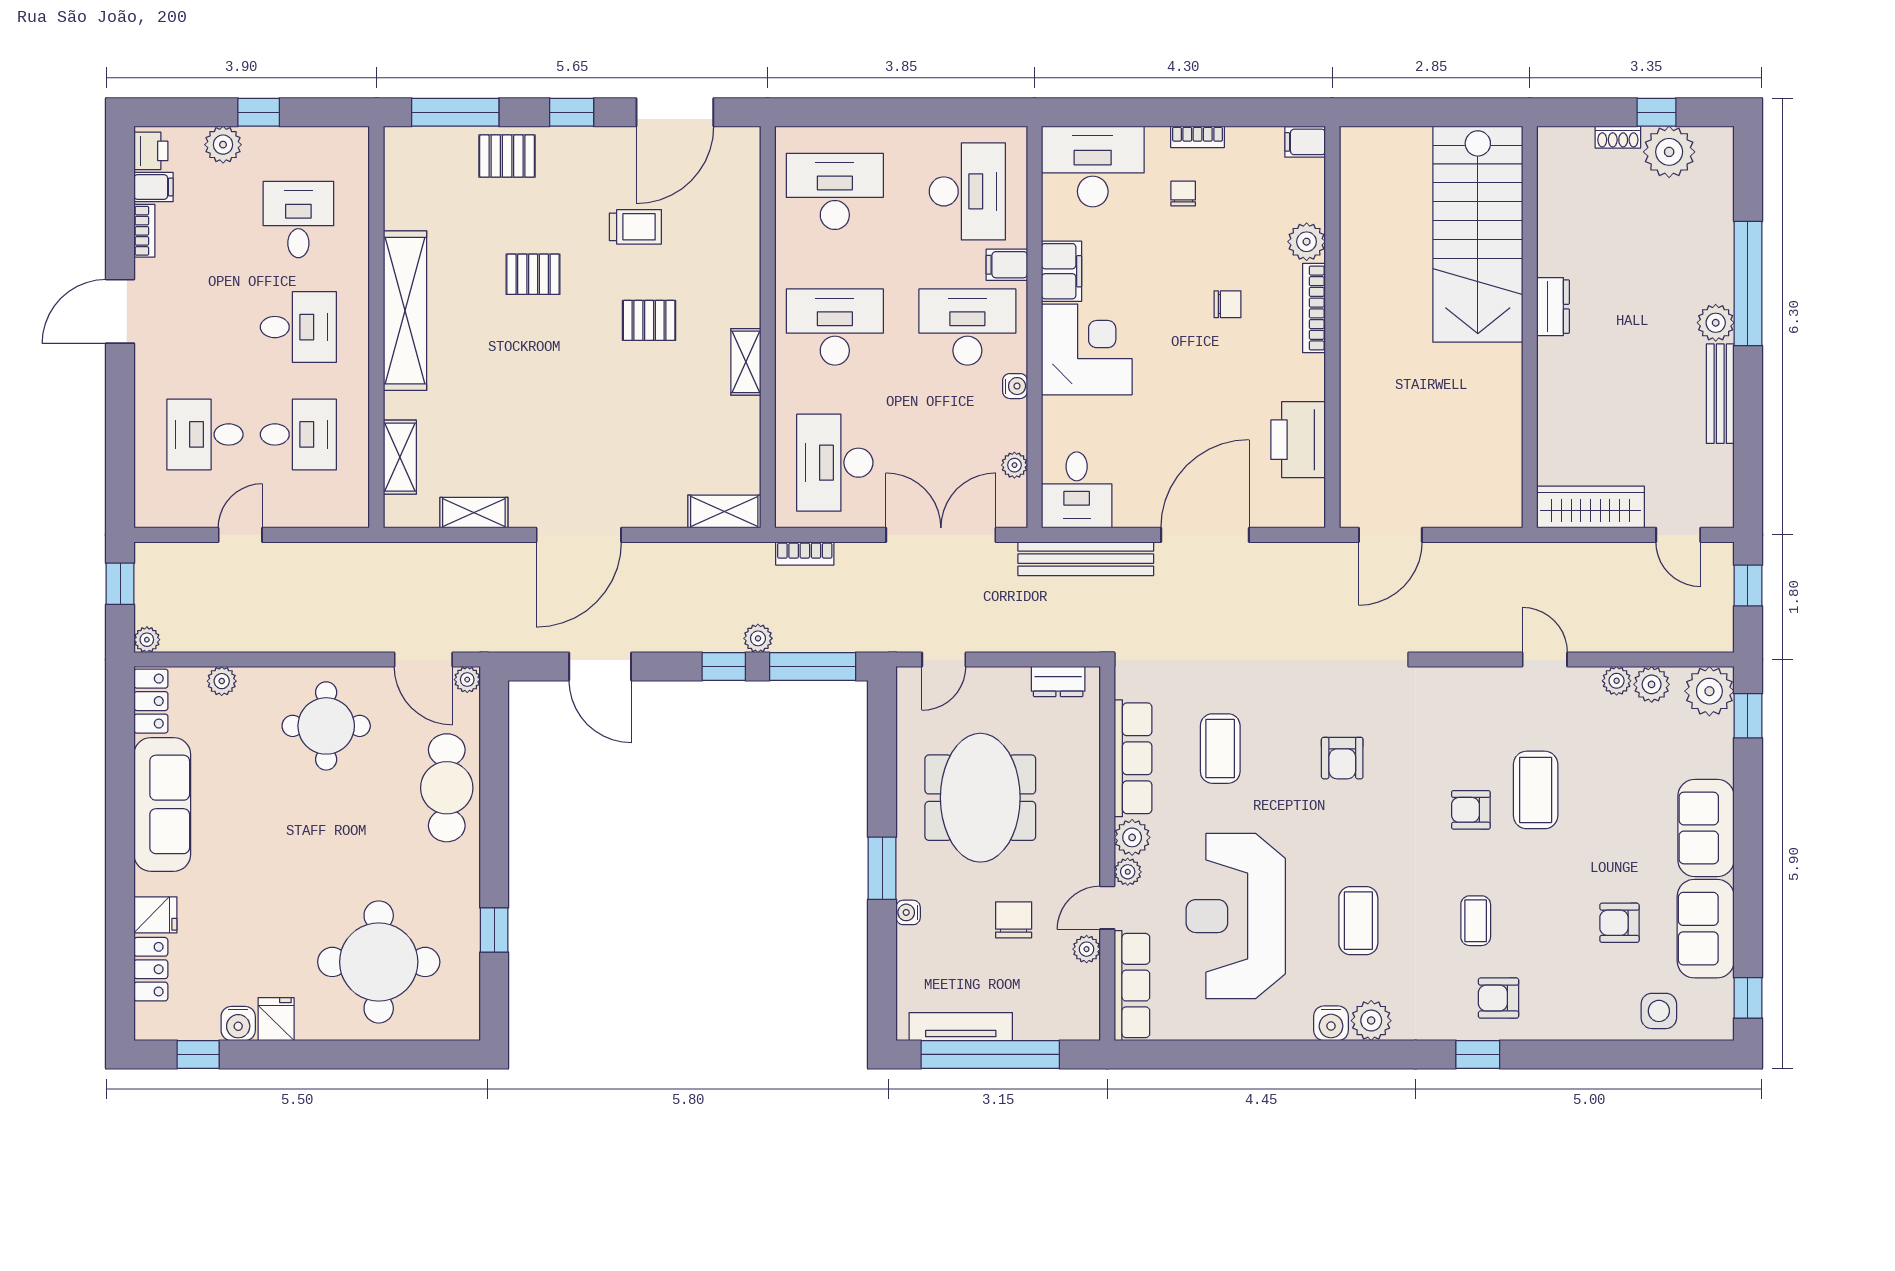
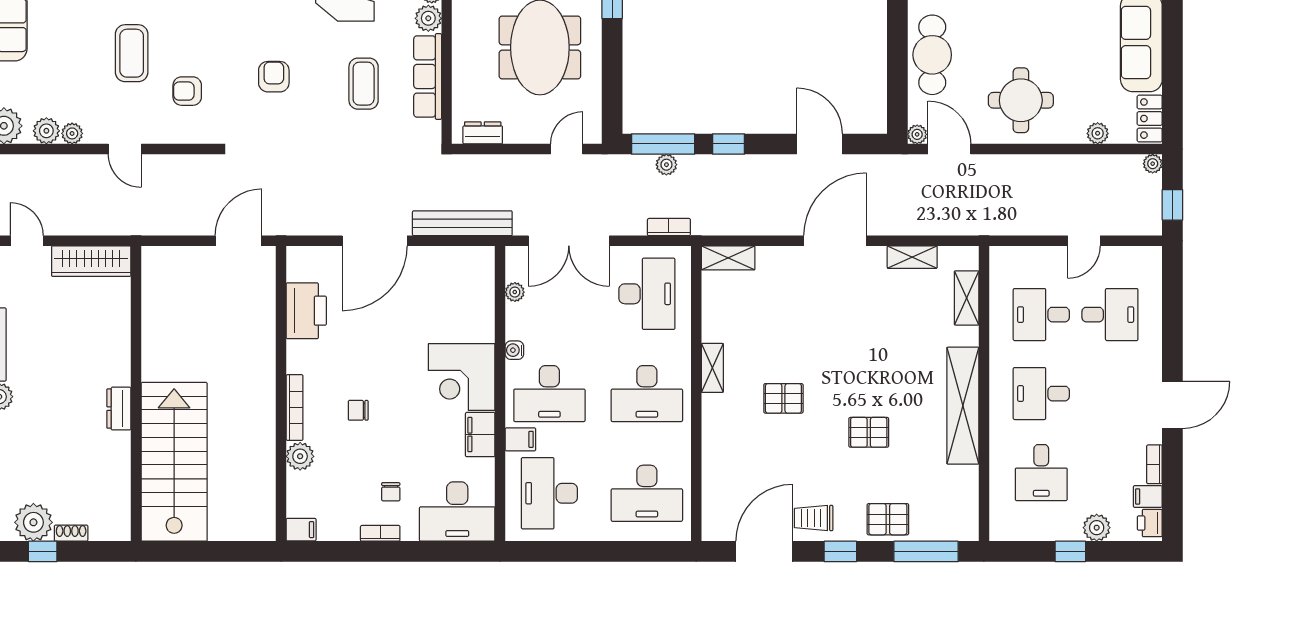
trolley: (635, 227) -> (814, 518), moved
desk: (1077, 490) -> (469, 274), removed
plant: (758, 638) -> (666, 165), moved
armchair: (1471, 810) -> (187, 91), moved, turned 180

